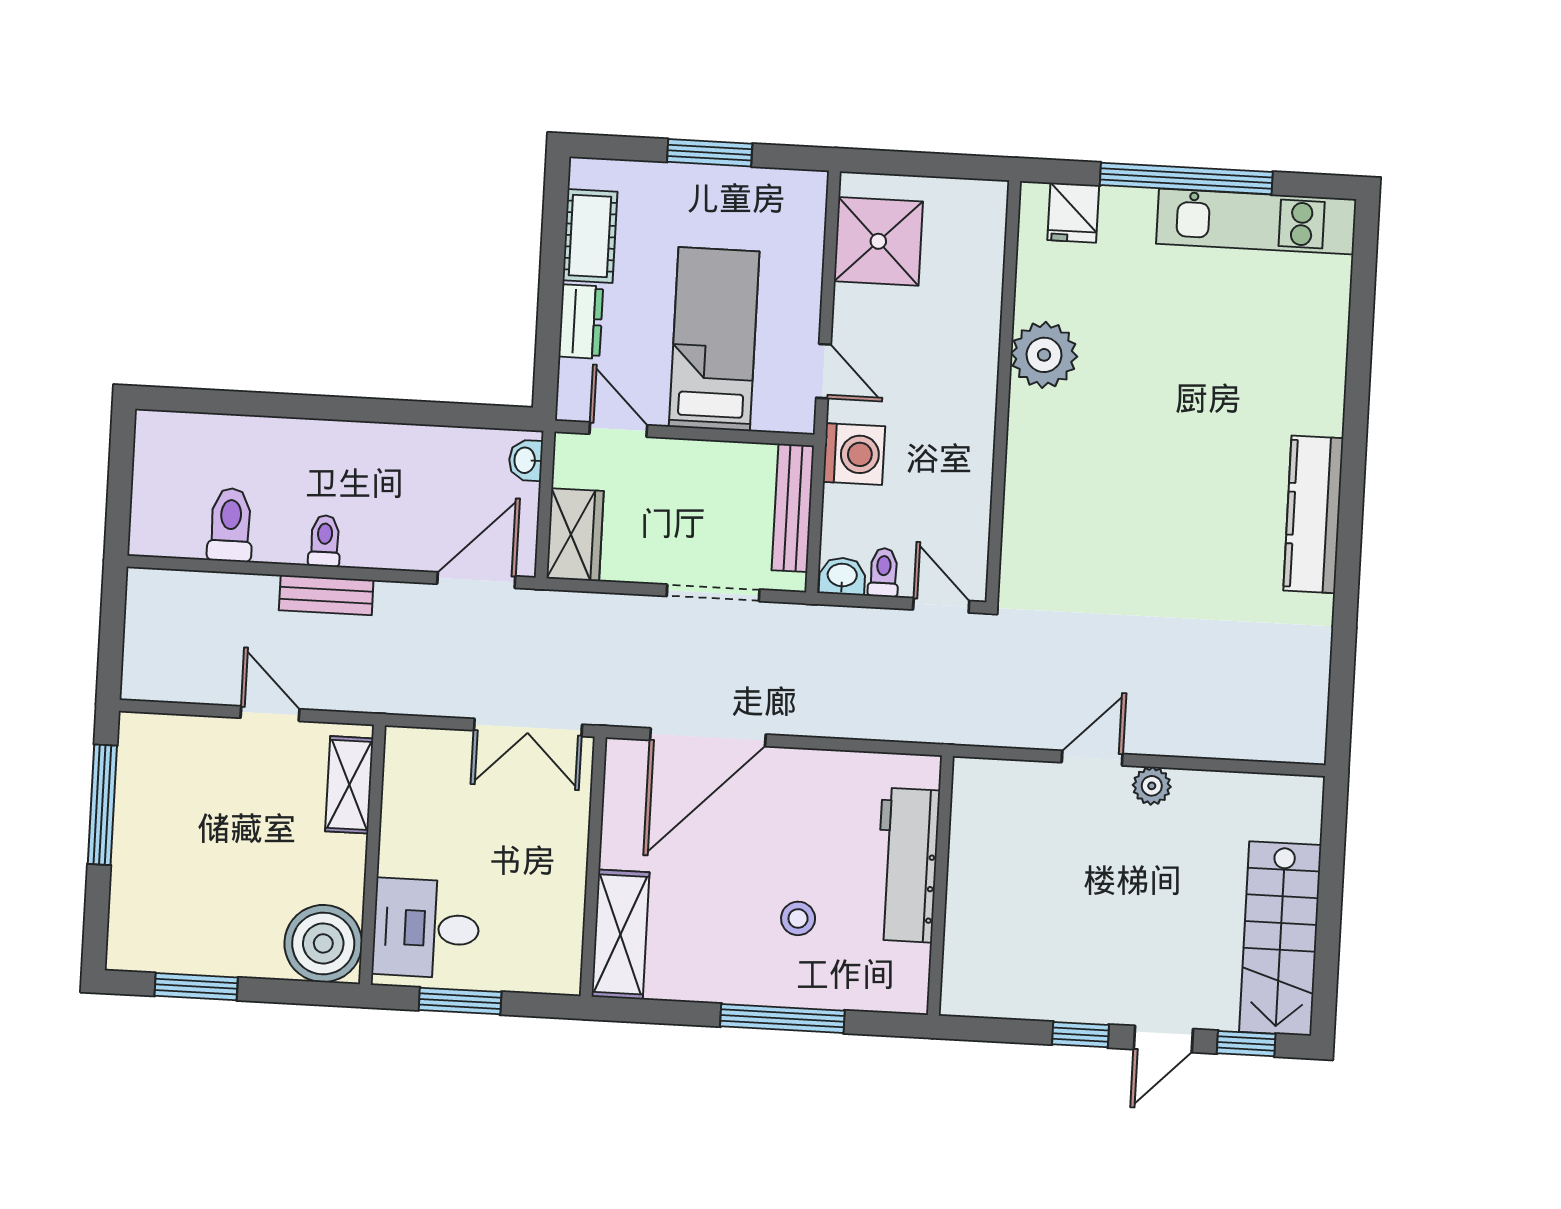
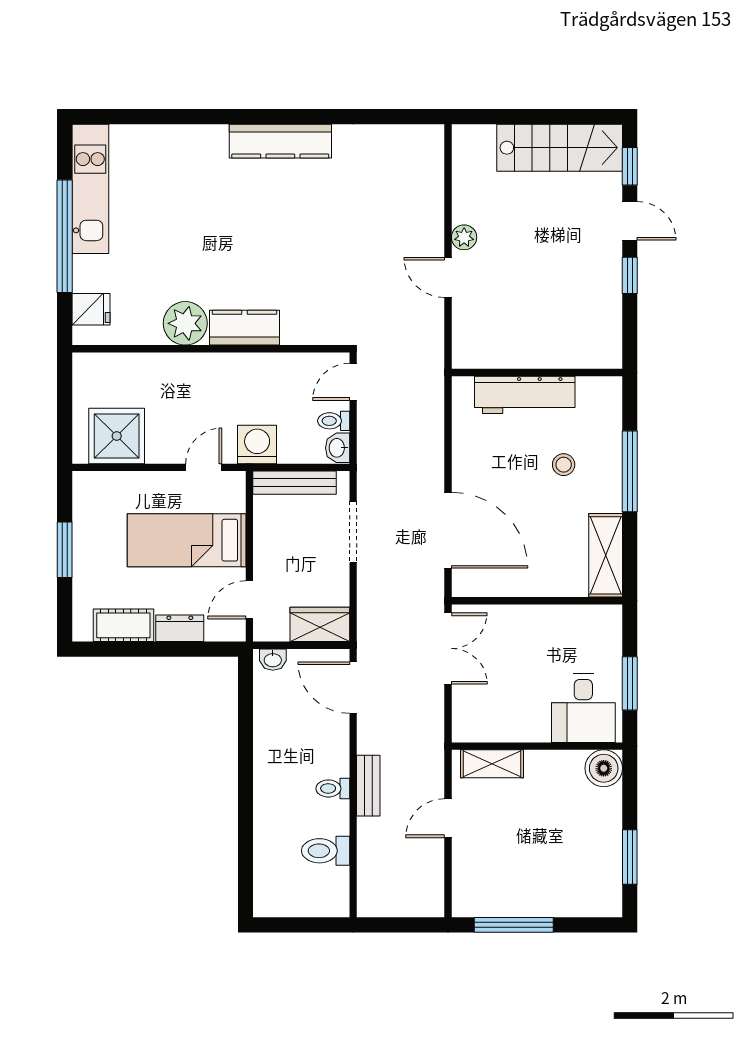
kitchen counter: (1032, 445) -> (244, 328), added
shelving: (621, 934) -> (606, 555), moved, turned 90
boiler: (323, 943) -> (604, 768), width x0.73, depth x0.73

